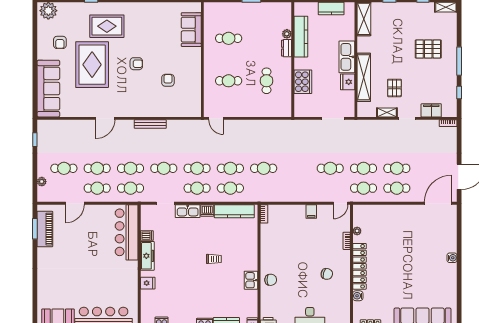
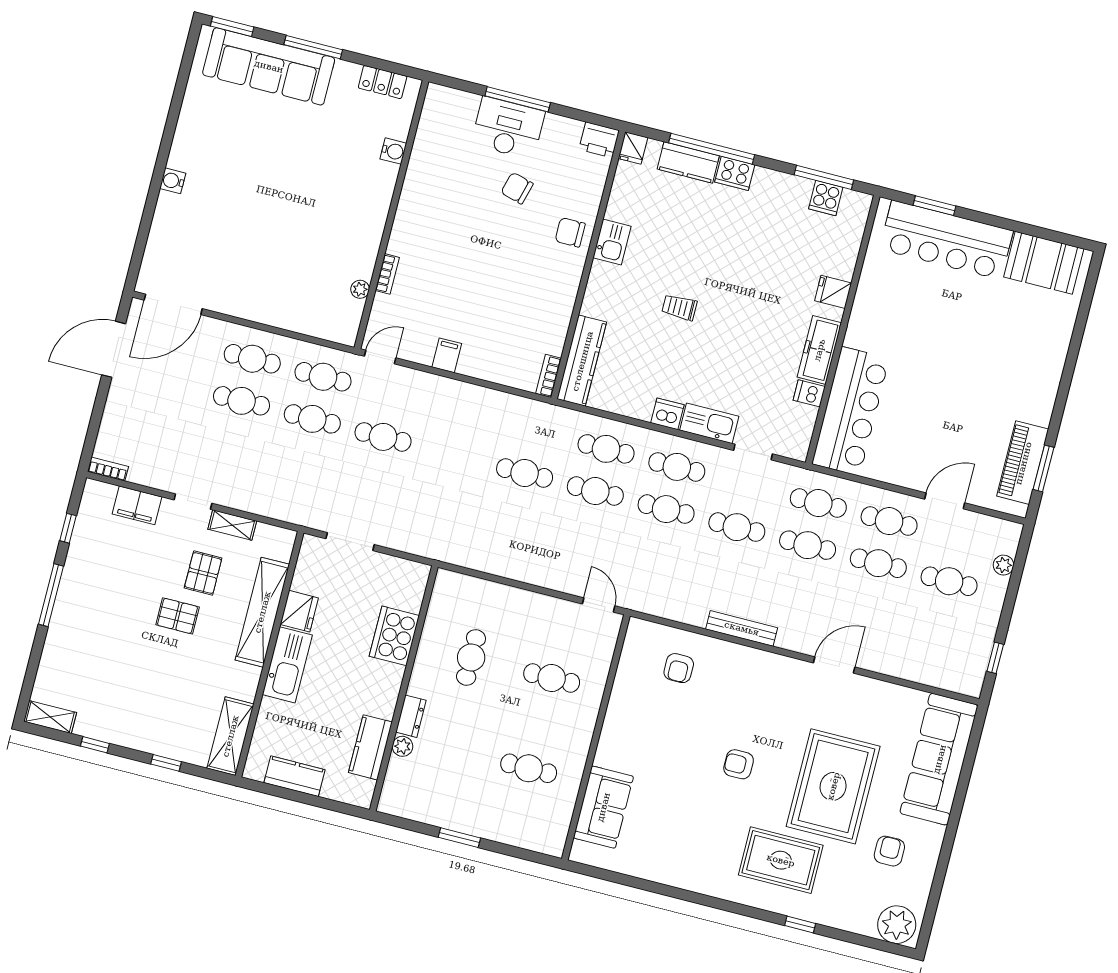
kitchen counter: (301, 37) -> (370, 747), width x0.67
pallet: (428, 49) -> (178, 616), moved, width x0.67, depth x0.71
armchair: (168, 80) -> (679, 668), moved
kitchen counter: (234, 211) -> (582, 361), moved, turned 90
locker: (360, 266) -> (374, 213), removed
chair: (327, 274) -> (517, 188), moved

